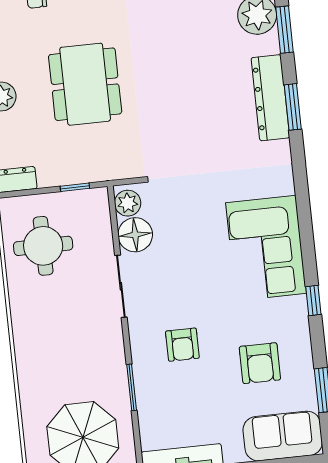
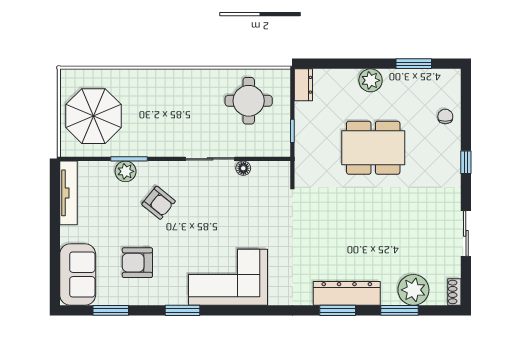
plant: (128, 203) -> (126, 171), moved
floor lamp: (135, 235) -> (243, 168), width x0.53, depth x0.53
window: (313, 300) -> (182, 310), width x1.50
armchair: (182, 345) -> (159, 203), turned -141

